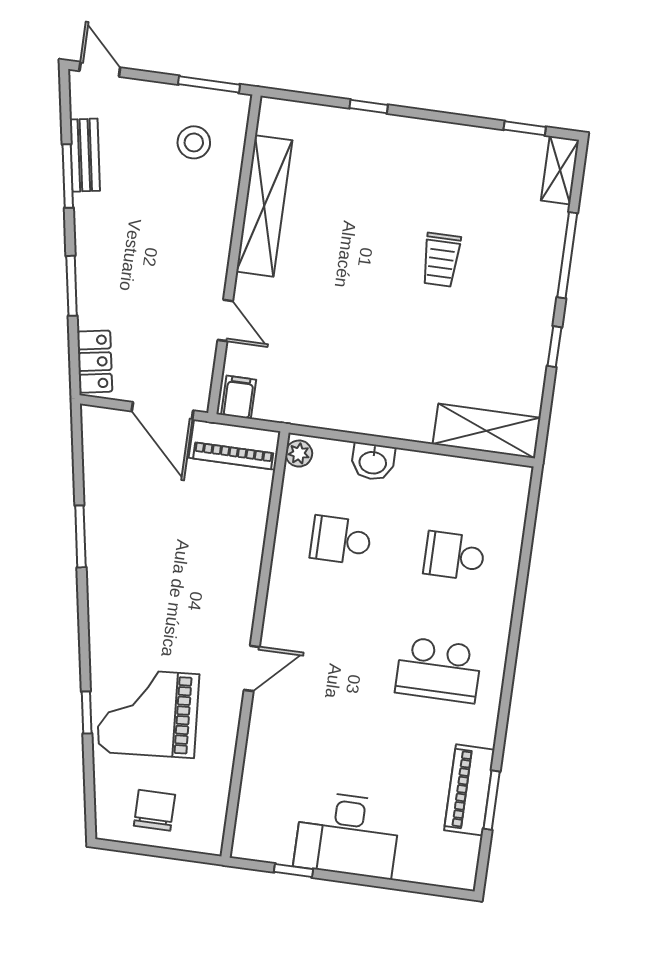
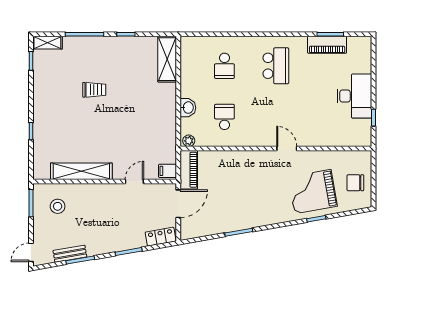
school desk: (341, 540) -> (224, 117), turned 180
grand piano: (148, 713) -> (313, 192), turned 84

